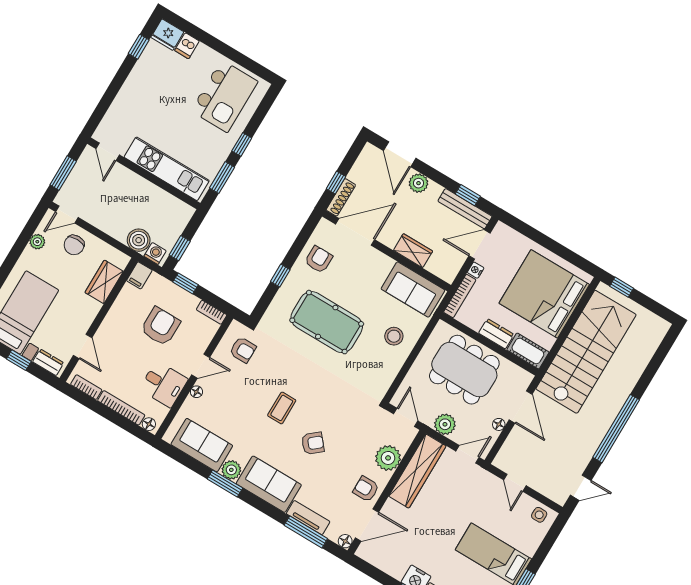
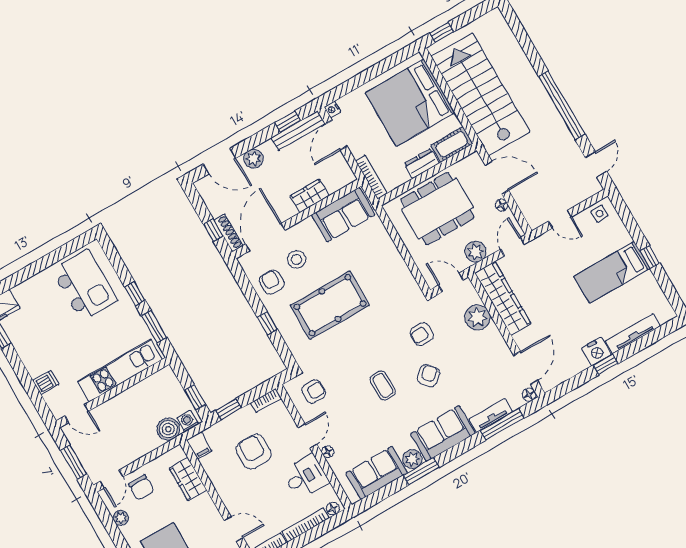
dishwasher: (187, 46) -> (46, 382), moved, turned -90
nightstand: (476, 270) -> (332, 109), moved
stool: (394, 336) -> (296, 259), moved
armchair: (366, 489) -> (422, 334), moved

